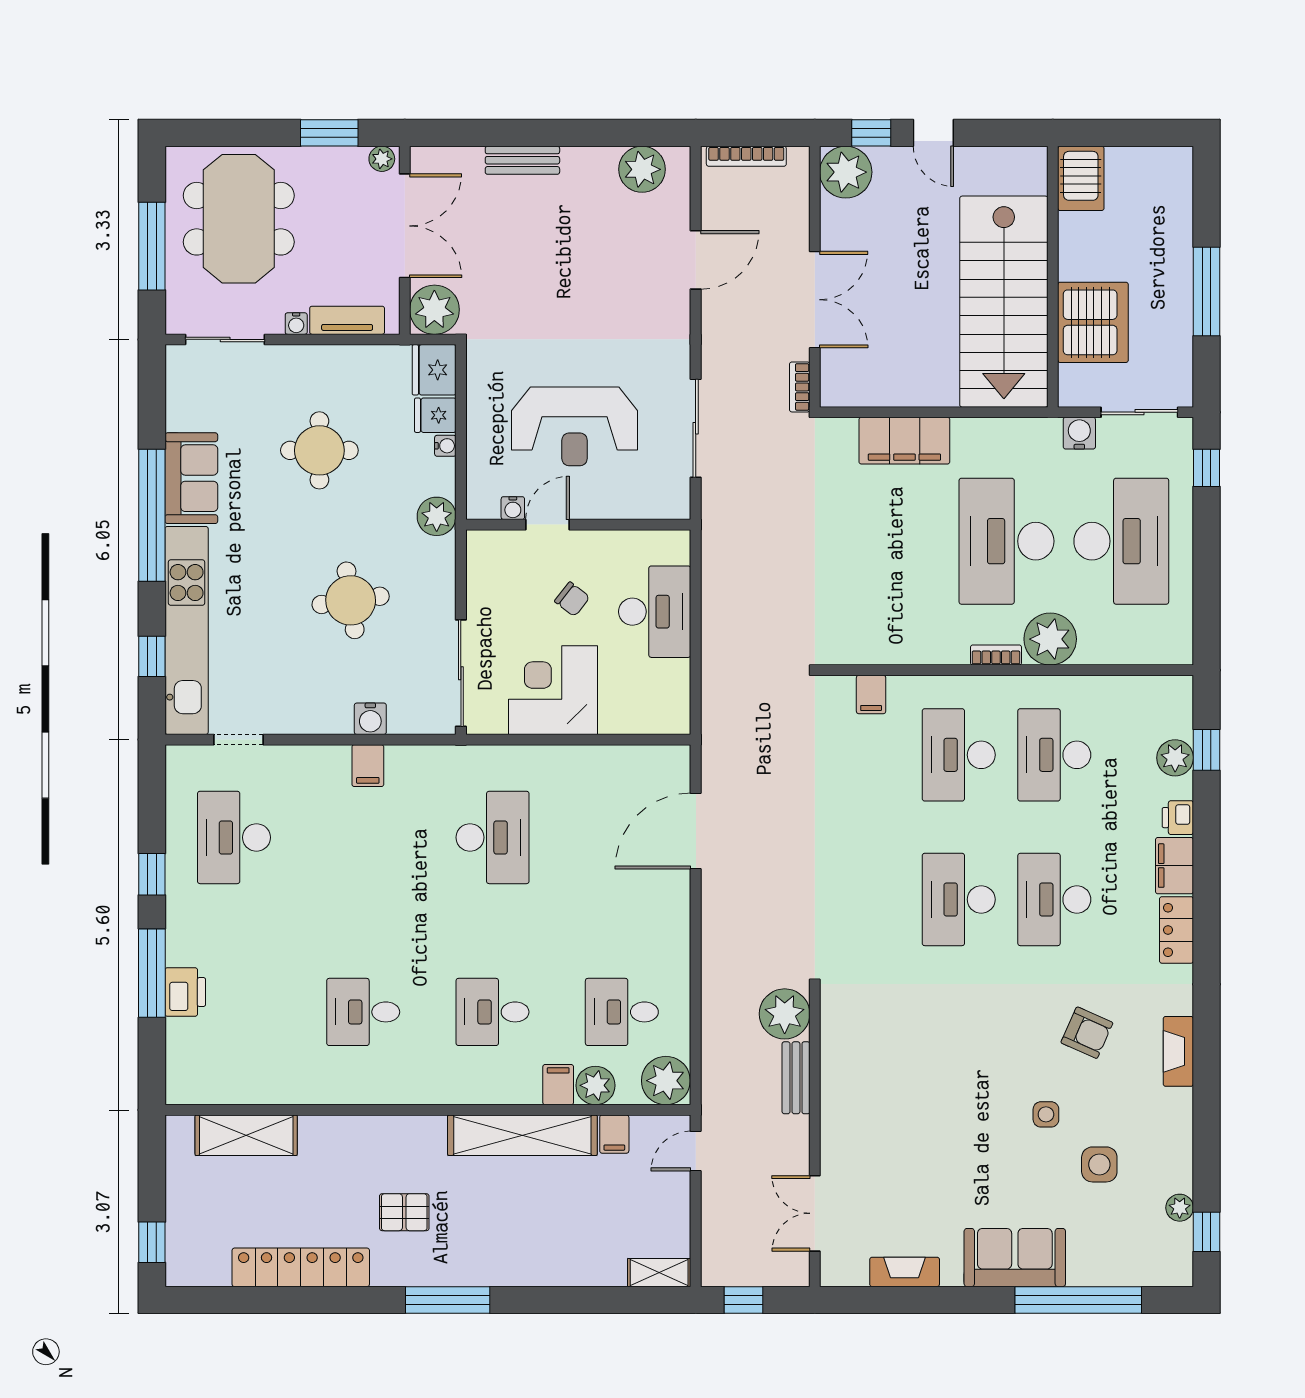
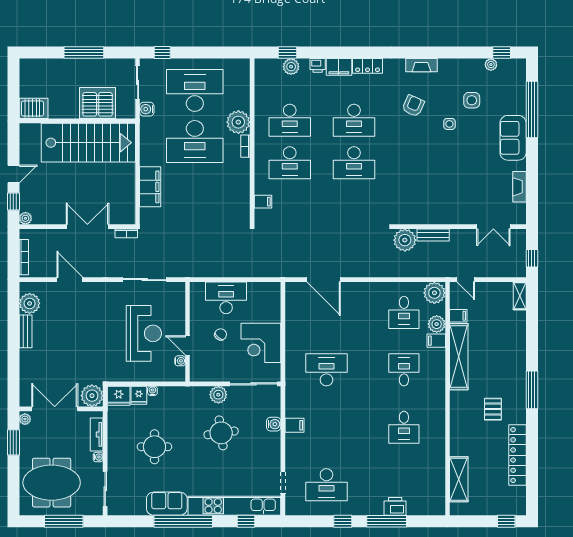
bench: (522, 160) -> (26, 331), moved
plant: (846, 172) -> (25, 218), width x0.53, depth x0.53
plant: (437, 516) -> (218, 395), moved
desk: (493, 1012) -> (404, 370), turned 180

